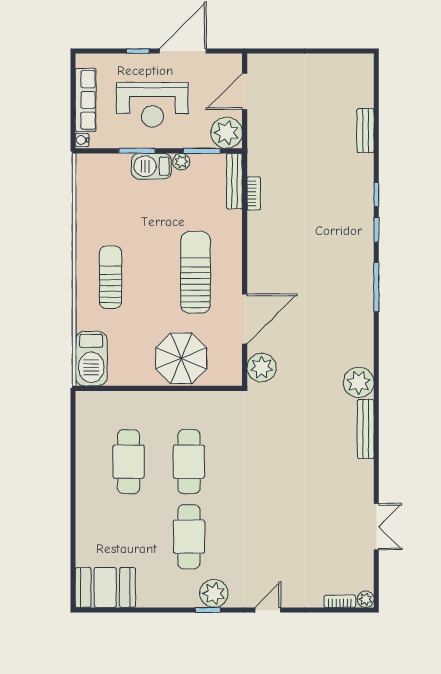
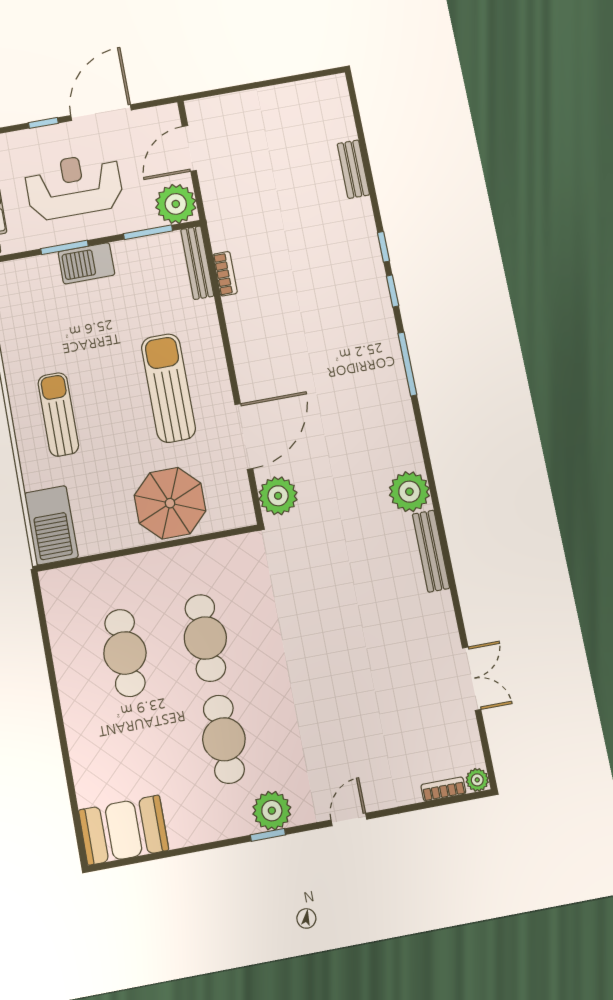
reception desk: (152, 105) -> (74, 186), turned 180
plant: (181, 162) -> (124, 251), removed

